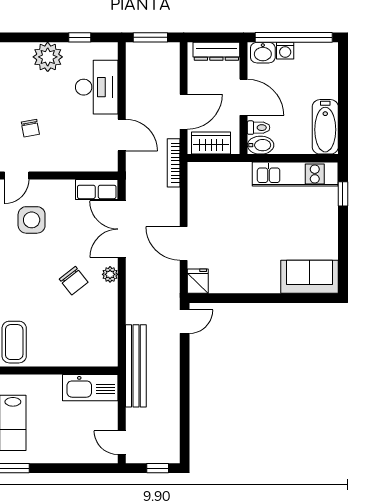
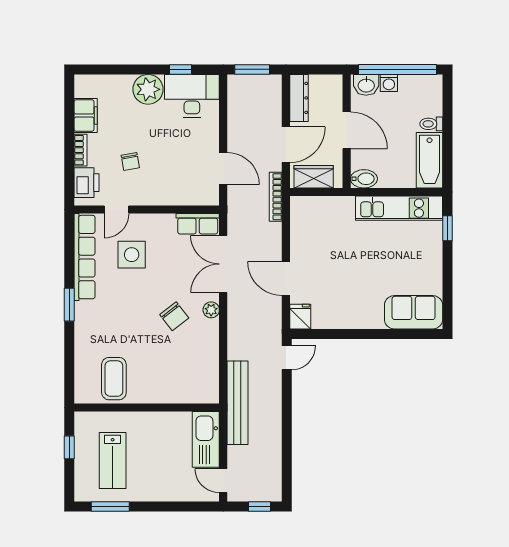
dresser: (216, 51) -> (299, 98), moved, turned -90
desk: (97, 87) -> (192, 96), moved, turned -90
toilet: (259, 128) -> (431, 124), moved, turned 180
kitchen sink: (90, 388) -> (206, 439), moved, turned 90

